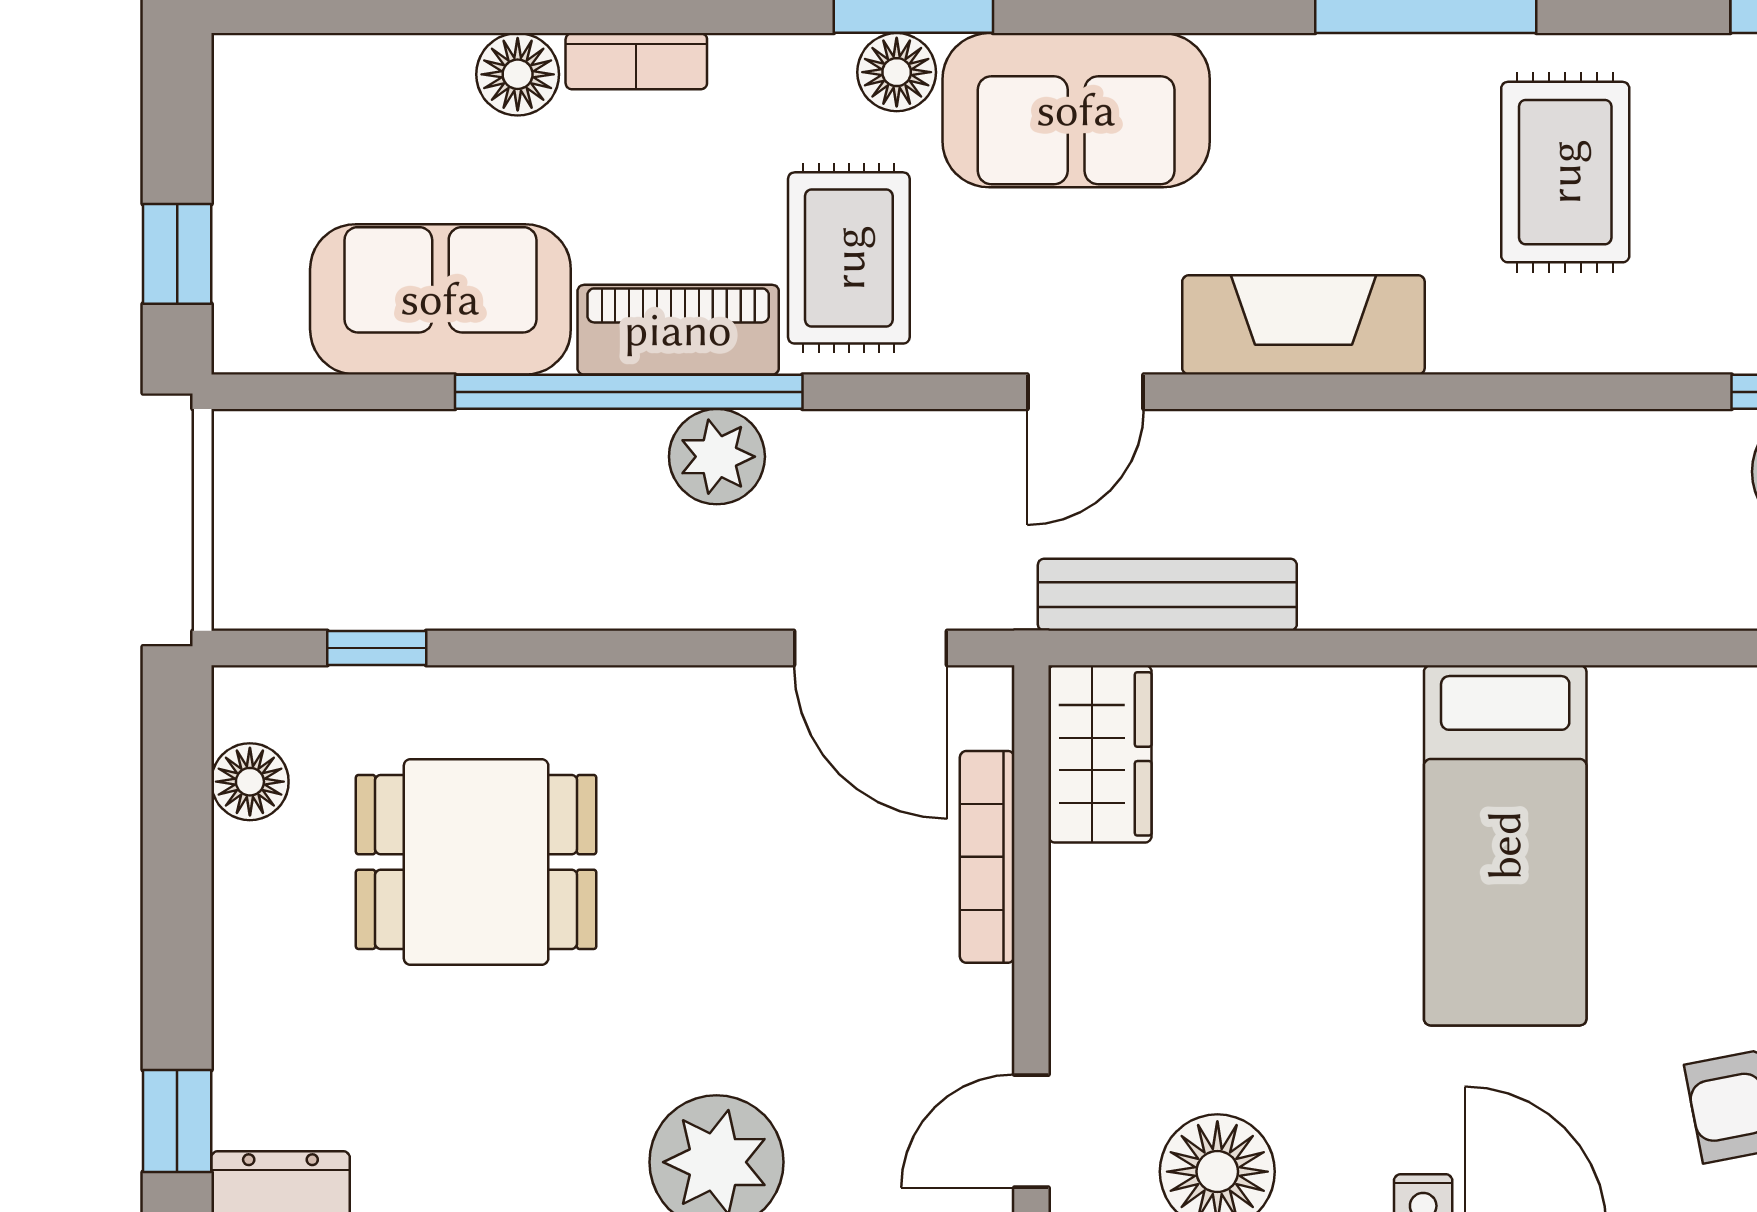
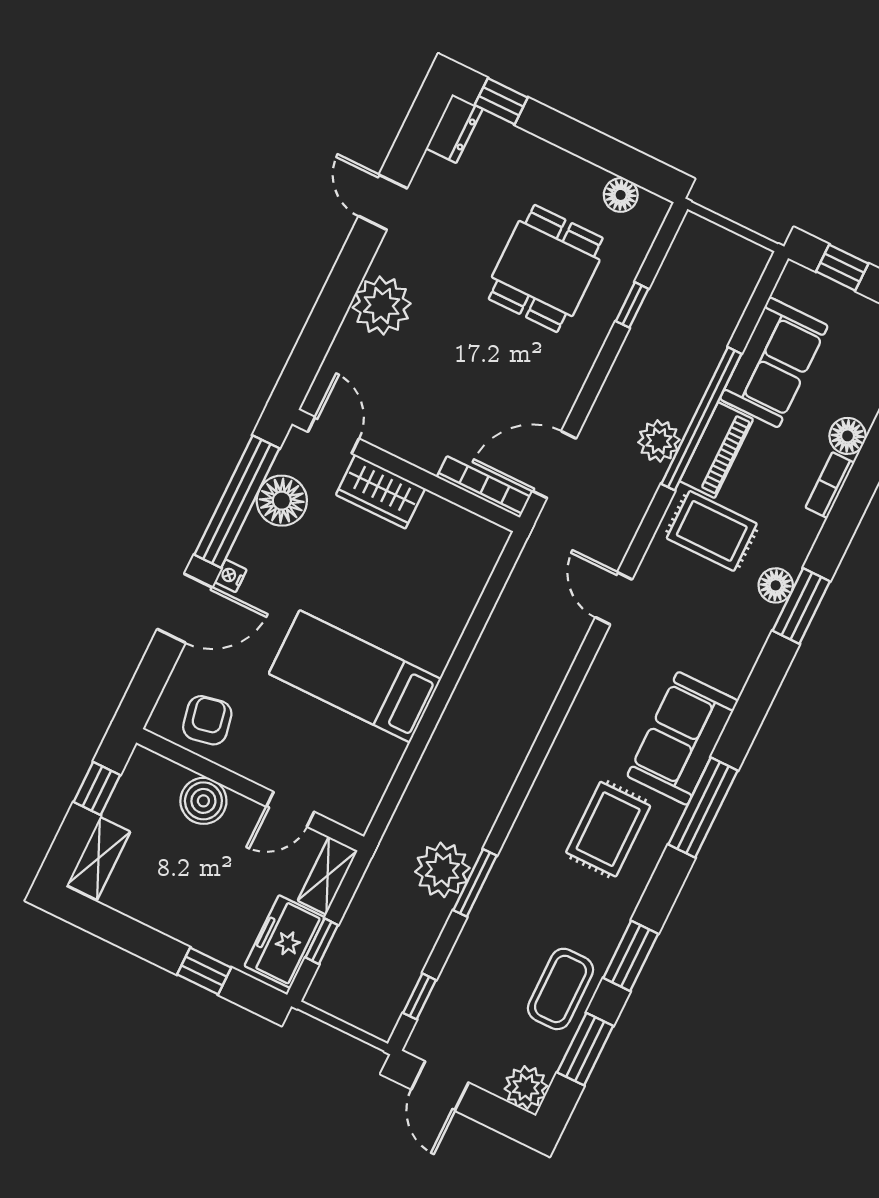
sofa: (1076, 110) -> (683, 738), moved
rug: (1565, 172) -> (608, 829), turned 90
fireplace: (1303, 325) -> (598, 697), removed
bench: (1167, 595) -> (518, 592), removed
window: (377, 648) -> (632, 305), moved
wardrobe: (1100, 754) -> (380, 492), moved
bookcase: (987, 857) -> (483, 487), moved

